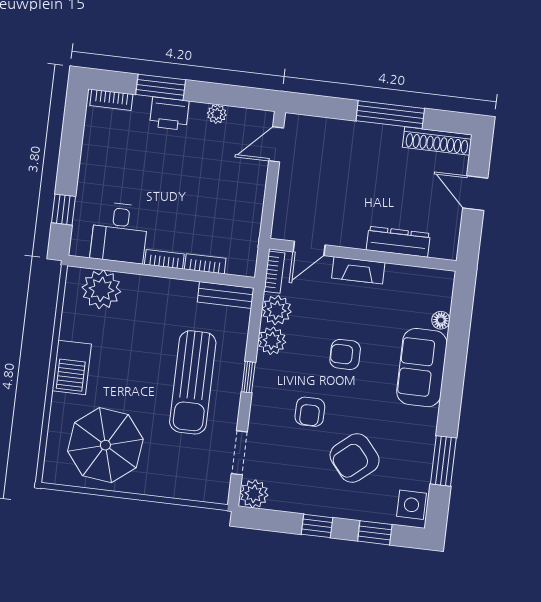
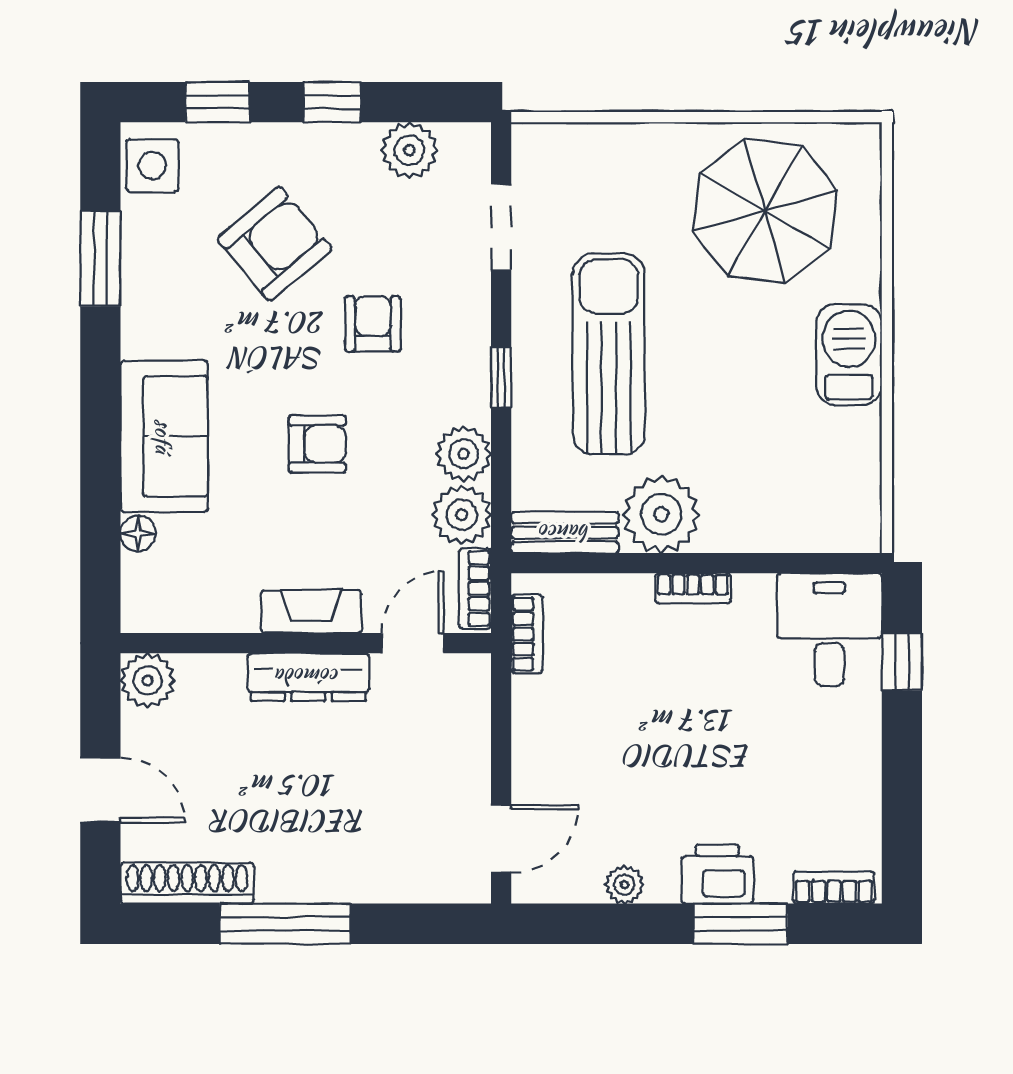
desk: (119, 233) -> (829, 630), moved
dresser: (398, 242) -> (308, 677), moved
plant: (445, 246) -> (148, 680), added
bookcase: (205, 264) -> (527, 634), moved, turned -90
plant: (101, 289) -> (661, 514), moved
plant: (254, 494) -> (409, 150), moved

